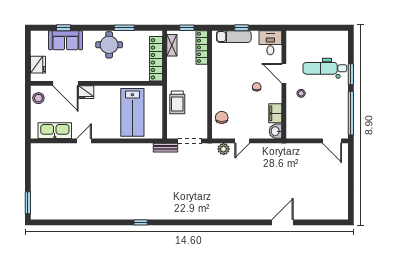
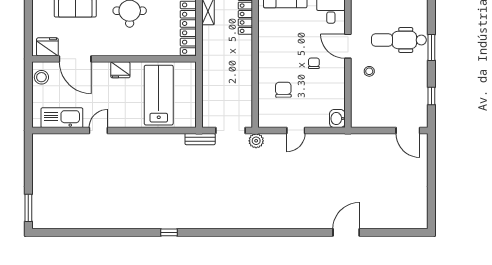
fridge: (38, 65) -> (47, 47), moved, turned -90
fridge: (86, 92) -> (120, 70), moved
trolley: (177, 102) -> (215, 83), removed
lab bench: (132, 112) -> (159, 95), turned 180
filing cabinet: (275, 113) -> (337, 96), removed
window: (351, 113) -> (431, 96), width x0.32
chair: (222, 117) -> (283, 90), moved
plant: (224, 149) -> (256, 141), moved

